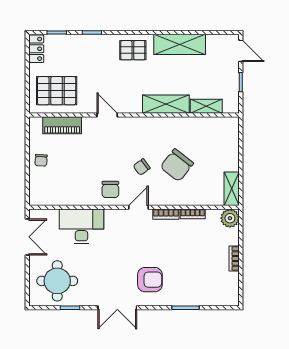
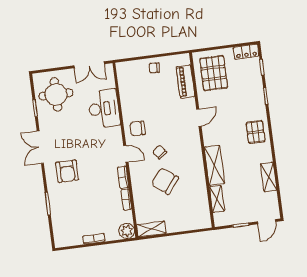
shelving: (180, 44) -> (269, 177), width x0.67, depth x0.75

